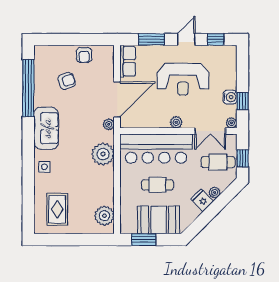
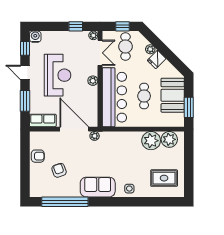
water cooler: (230, 97) -> (35, 37), moved
plant: (103, 154) -> (151, 141), moved

